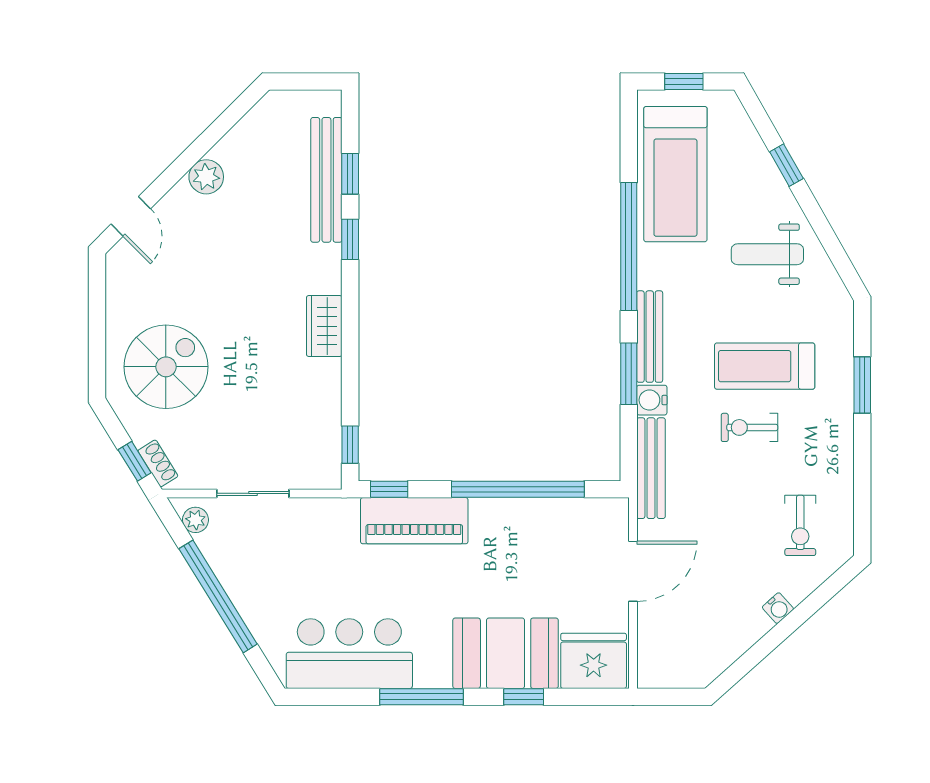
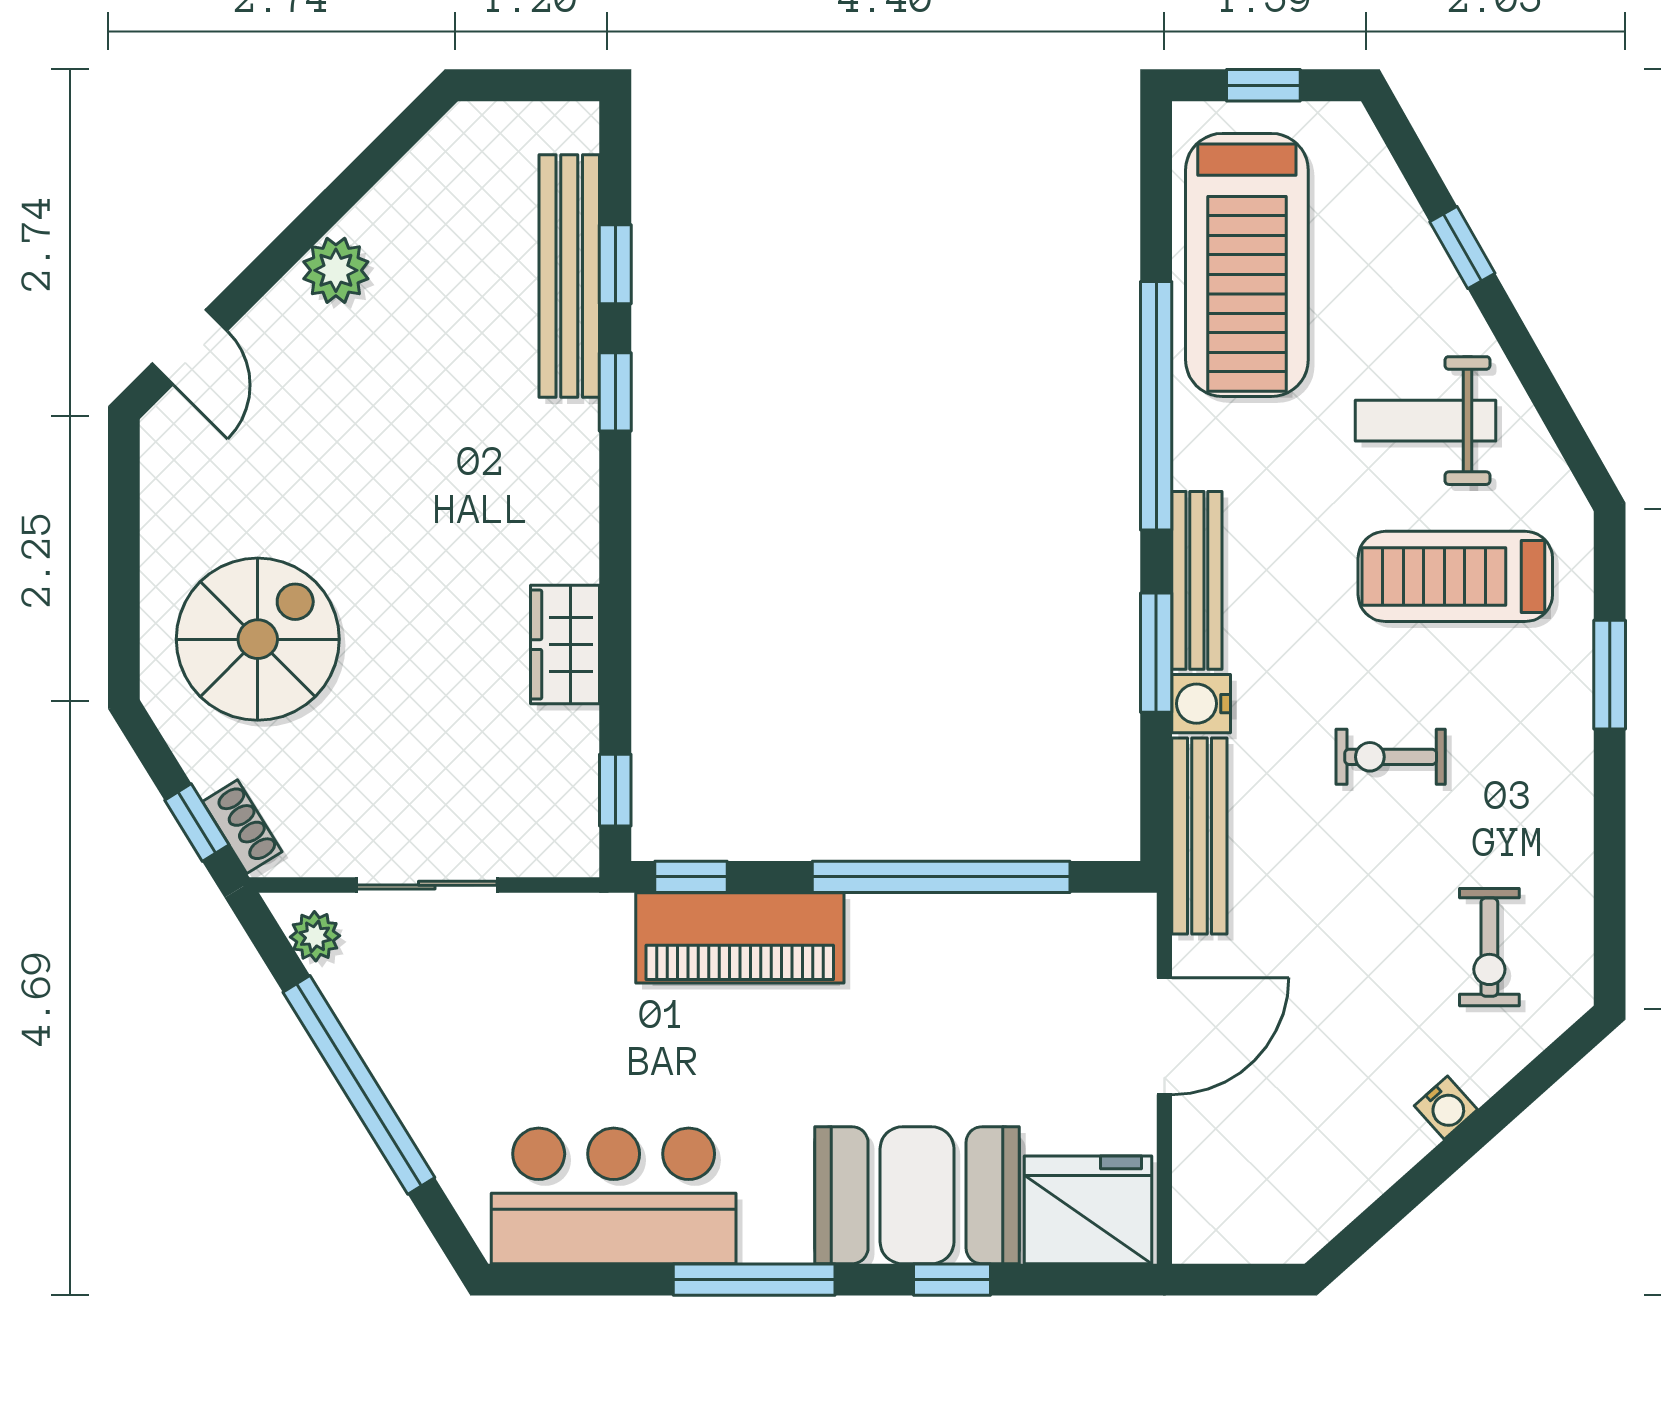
wardrobe: (324, 326) -> (565, 645), moved
treadmill: (765, 366) -> (1455, 576), moved

